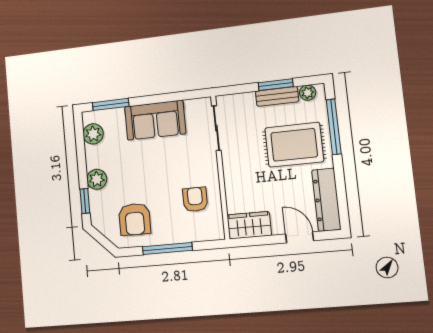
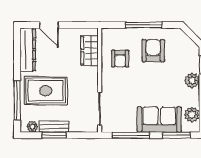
window: (171, 97) -> (131, 135), added
sofa: (155, 120) -> (159, 120), moved
armchair: (135, 219) -> (153, 51), moved
wardrobe: (249, 225) -> (90, 51), moved, turned 90

